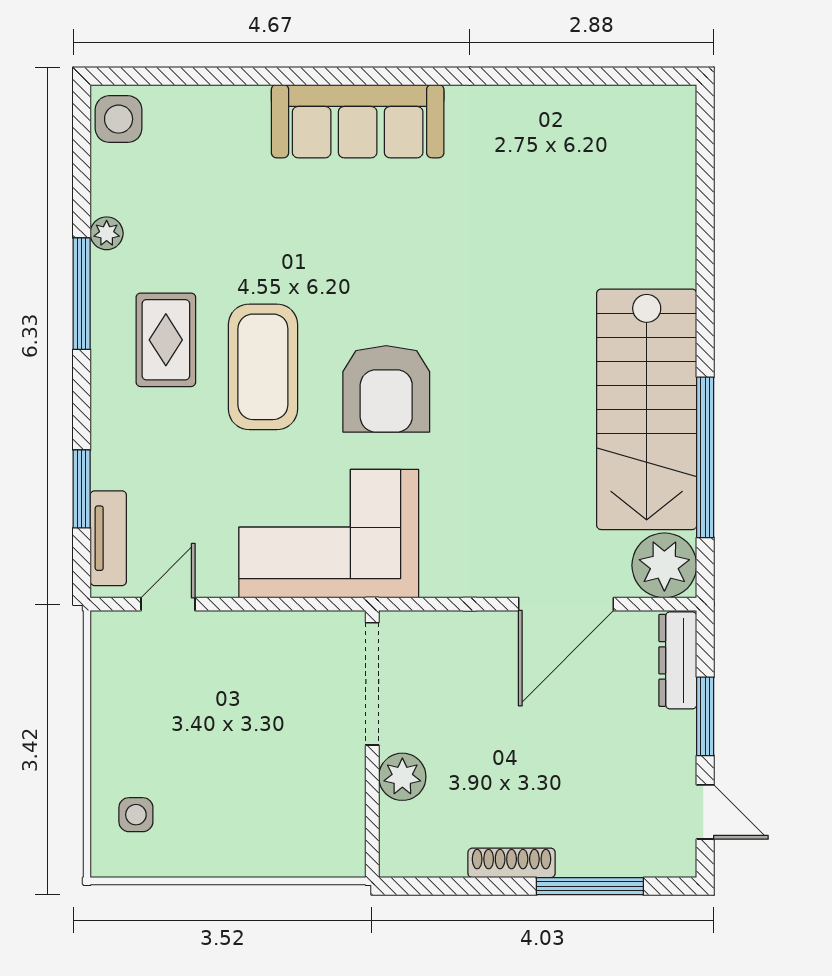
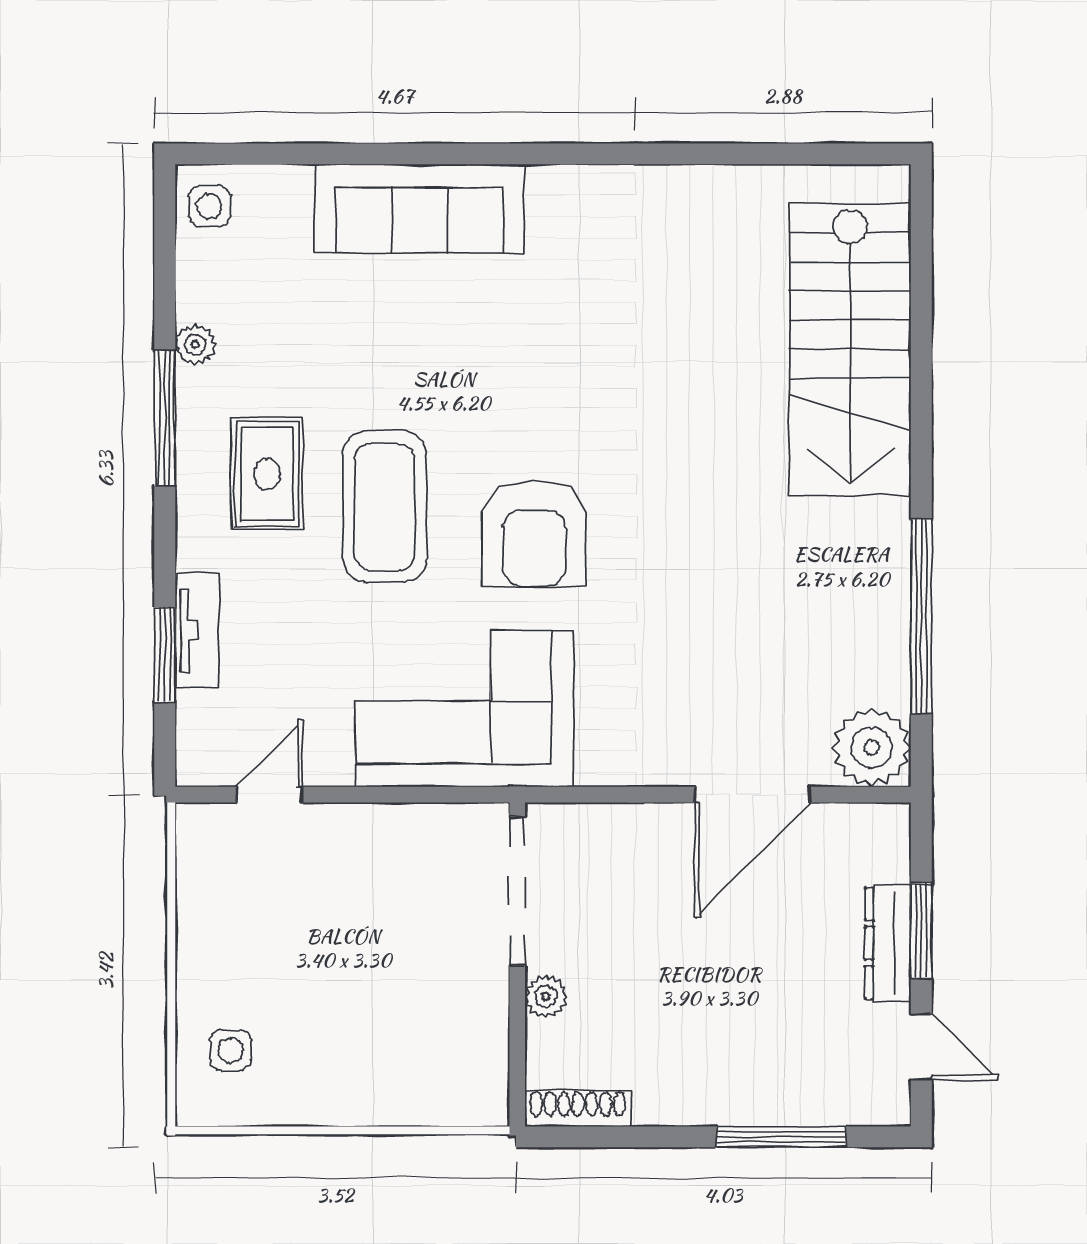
side table: (119, 119) -> (209, 206), width x0.73, depth x0.73
sofa: (358, 121) -> (420, 209), moved
stairs: (647, 409) -> (850, 349), moved
tv unit: (108, 538) -> (197, 631), moved
dresser: (678, 660) -> (888, 943), moved
plant: (402, 777) -> (546, 996), width x0.73, depth x0.73
shoe rack: (512, 863) -> (578, 1109), moved

